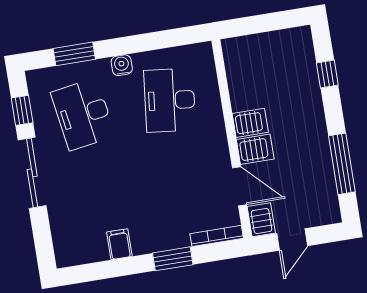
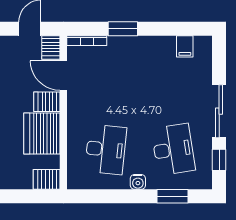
server rack: (239, 49) -> (47, 179), added
server rack: (250, 123) -> (42, 133), width x2.18, depth x1.44
filing cabinet: (119, 244) -> (185, 46), moved

